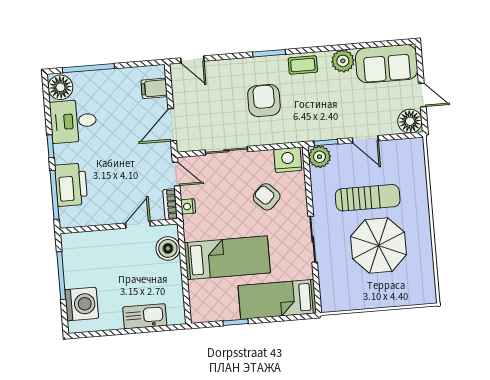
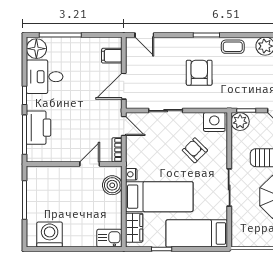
nightstand: (188, 206) -> (131, 174), moved
wardrobe: (199, 299) -> (134, 228), added
washing machine: (82, 304) -> (50, 235), moved, turned -90
kitchen sink: (145, 316) -> (109, 238), moved, width x0.73

